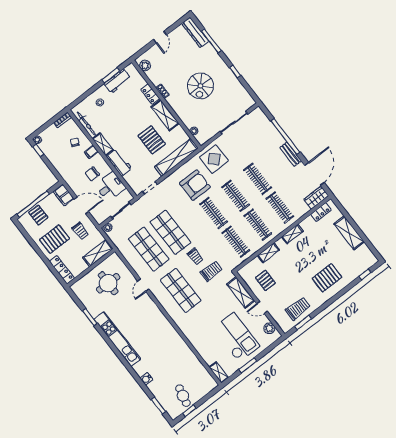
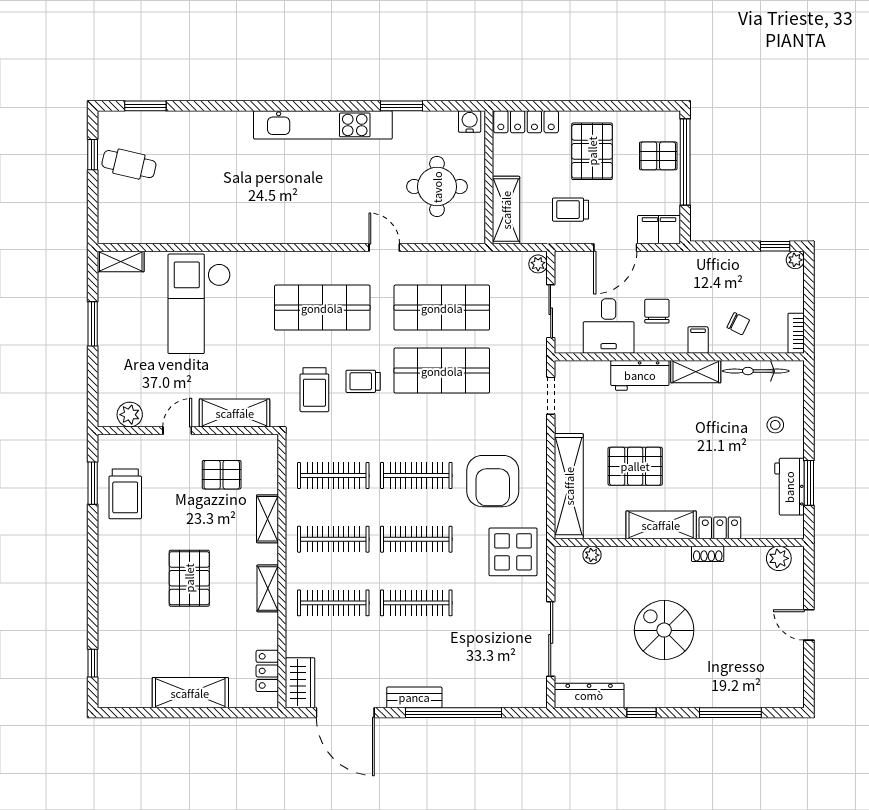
dresser: (195, 33) -> (589, 695), moved
pallet: (327, 278) -> (189, 578), moved
checkout: (236, 337) -> (199, 304), moved, turned 90
water cooler: (146, 379) -> (470, 122), moved

